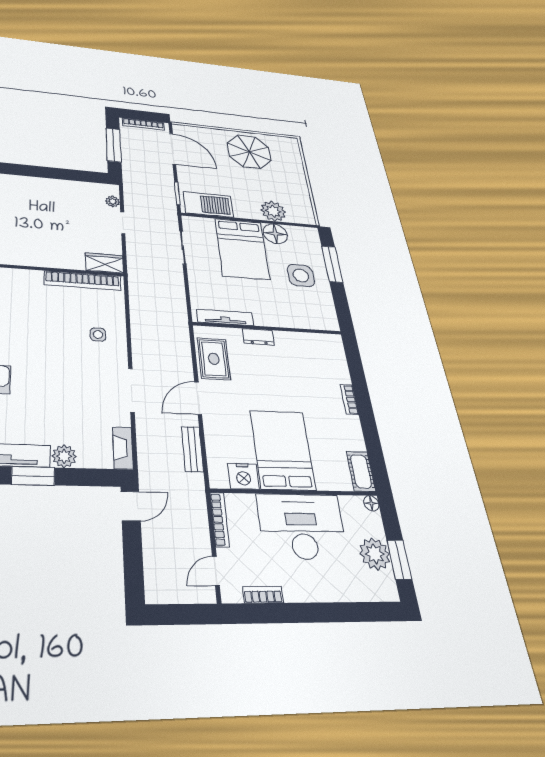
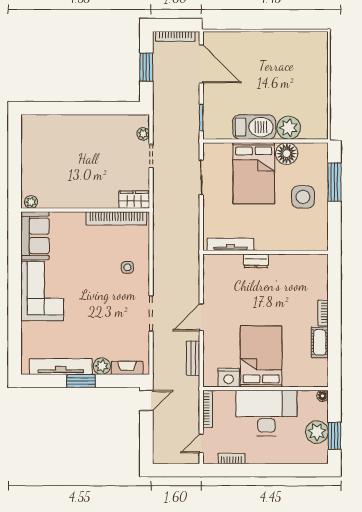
window: (114, 145) -> (146, 67), width x0.69
parasol: (249, 152) -> (276, 57), removed
barbecue: (208, 204) -> (254, 127), moved
rug: (214, 359) -> (217, 283), removed
fireplace: (123, 448) -> (127, 368), moved, turned 90
cot: (361, 471) -> (320, 342), moved

